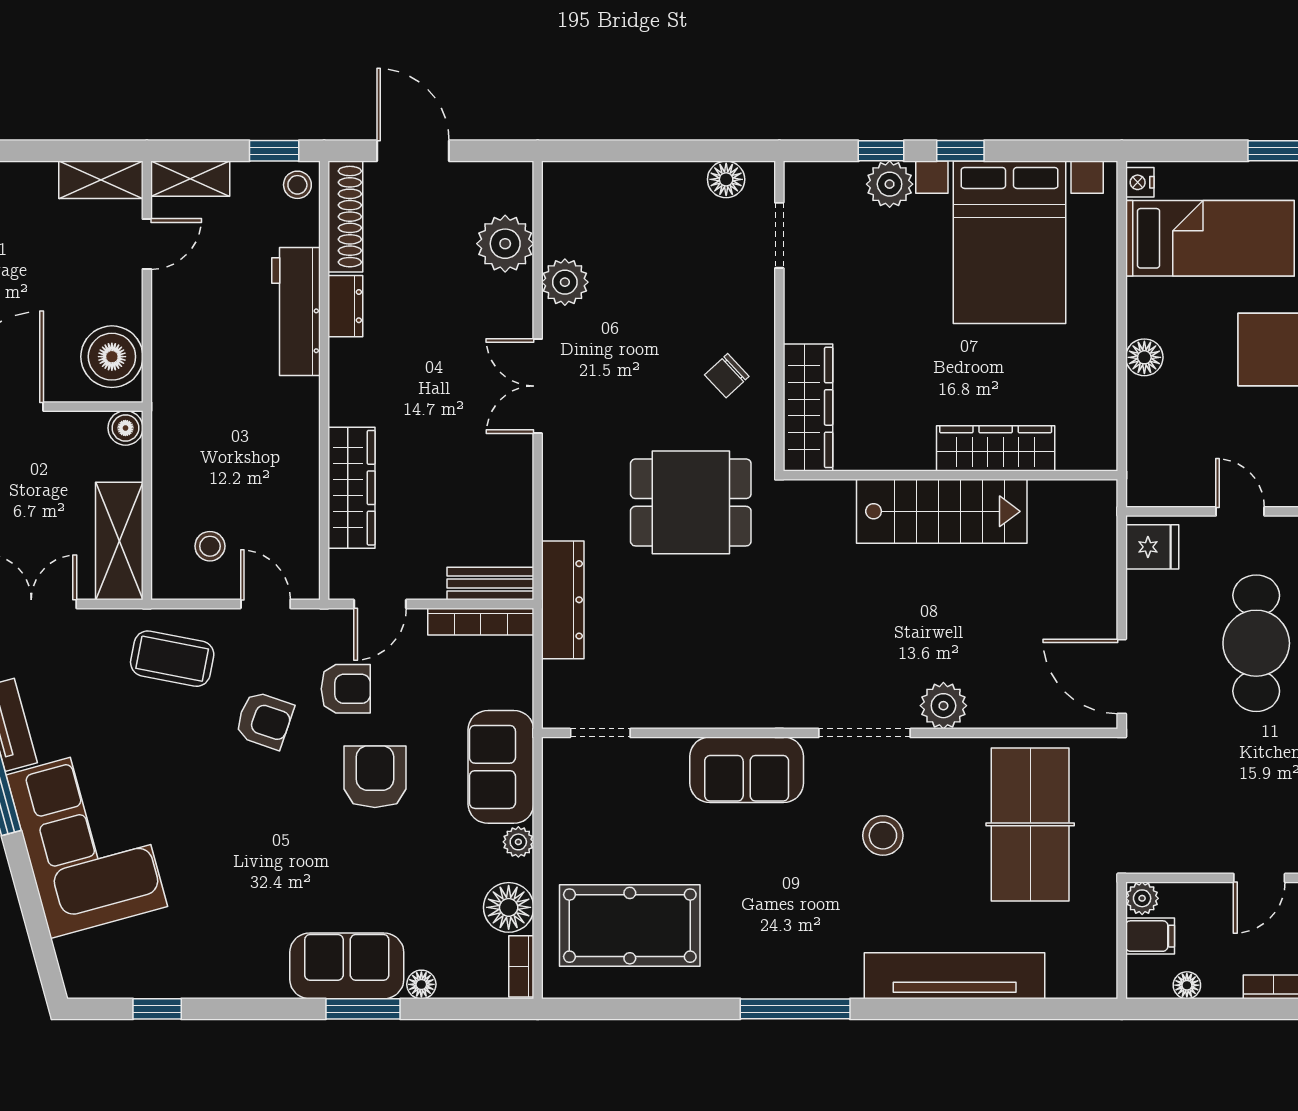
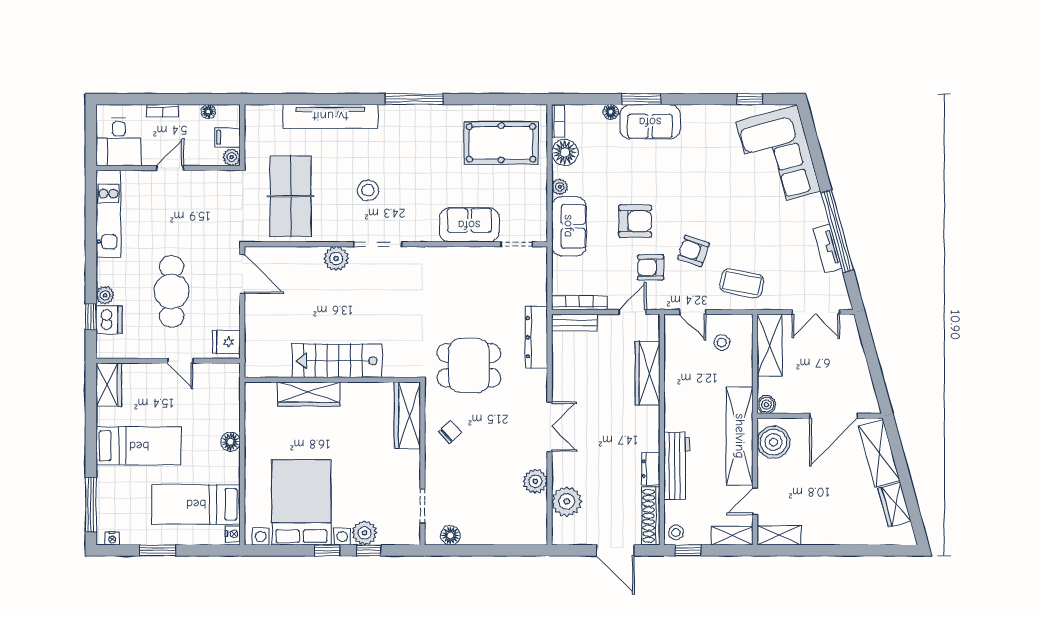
shelving: (176, 368) -> (740, 436), added
dresser: (563, 600) -> (536, 337), moved
sofa: (747, 770) -> (469, 225), moved
armchair: (375, 777) -> (635, 221), turned -90
corner sofa: (87, 841) -> (778, 156), moved

